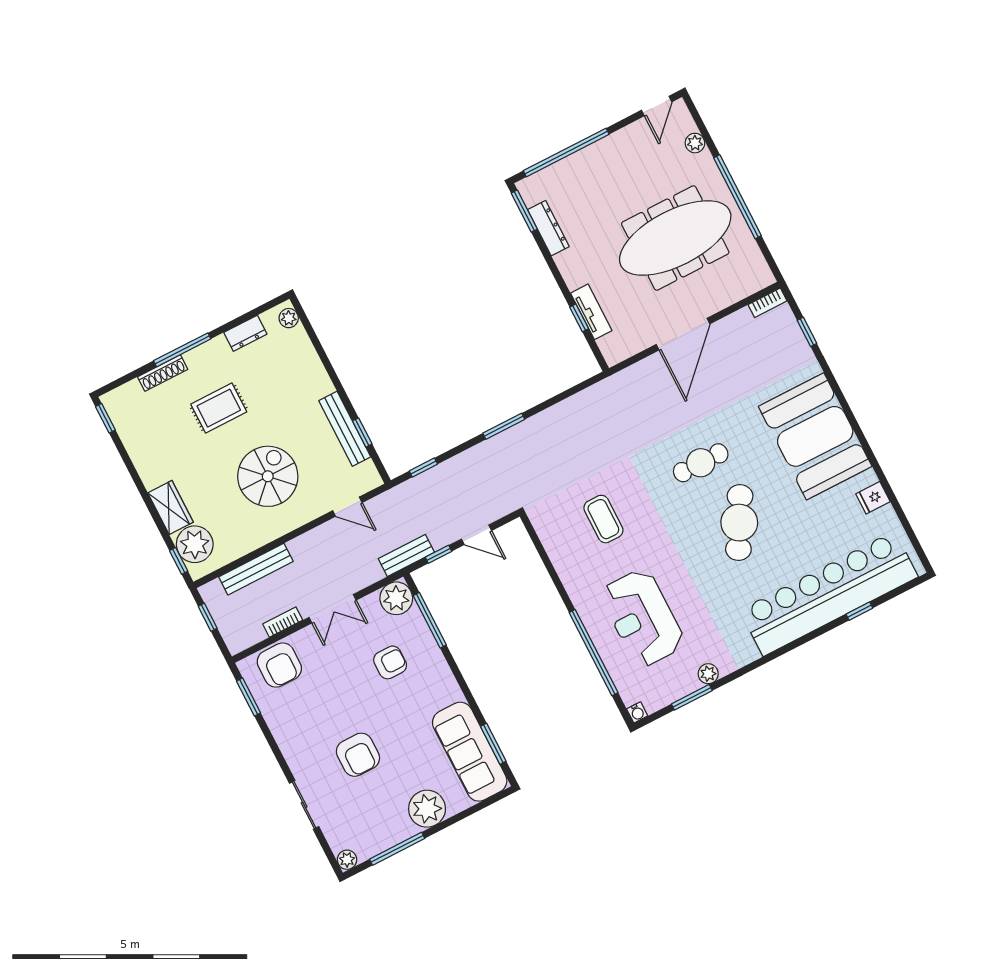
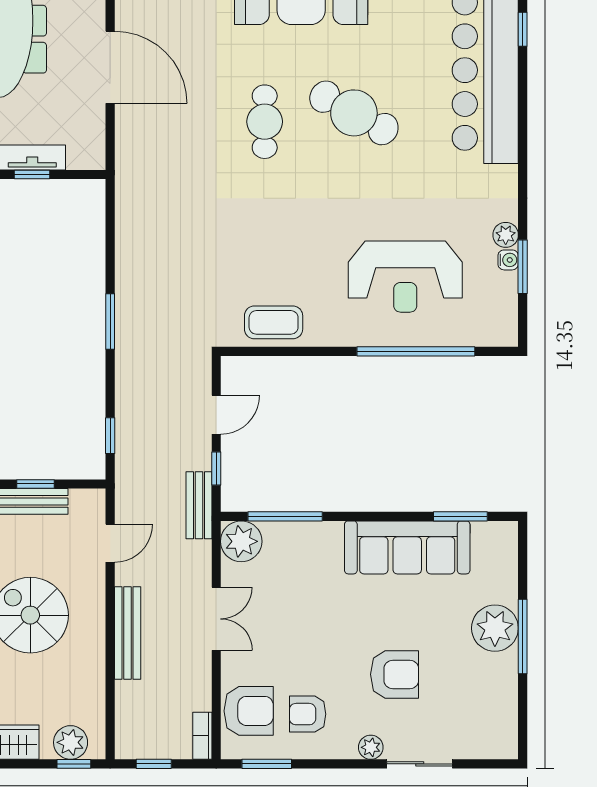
coffee table: (603, 519) -> (274, 322), moved
plant: (195, 544) -> (71, 742), width x0.73, depth x0.73
bench: (256, 569) -> (128, 633), moved
bookcase: (283, 622) -> (202, 736), moved
armchair: (390, 662) -> (308, 714), moved, turned -90
water cooler: (637, 712) -> (508, 260), moved
sofa: (470, 752) -> (407, 547), moved
window: (397, 849) -> (523, 636), moved
plant: (347, 860) -> (371, 747), moved

